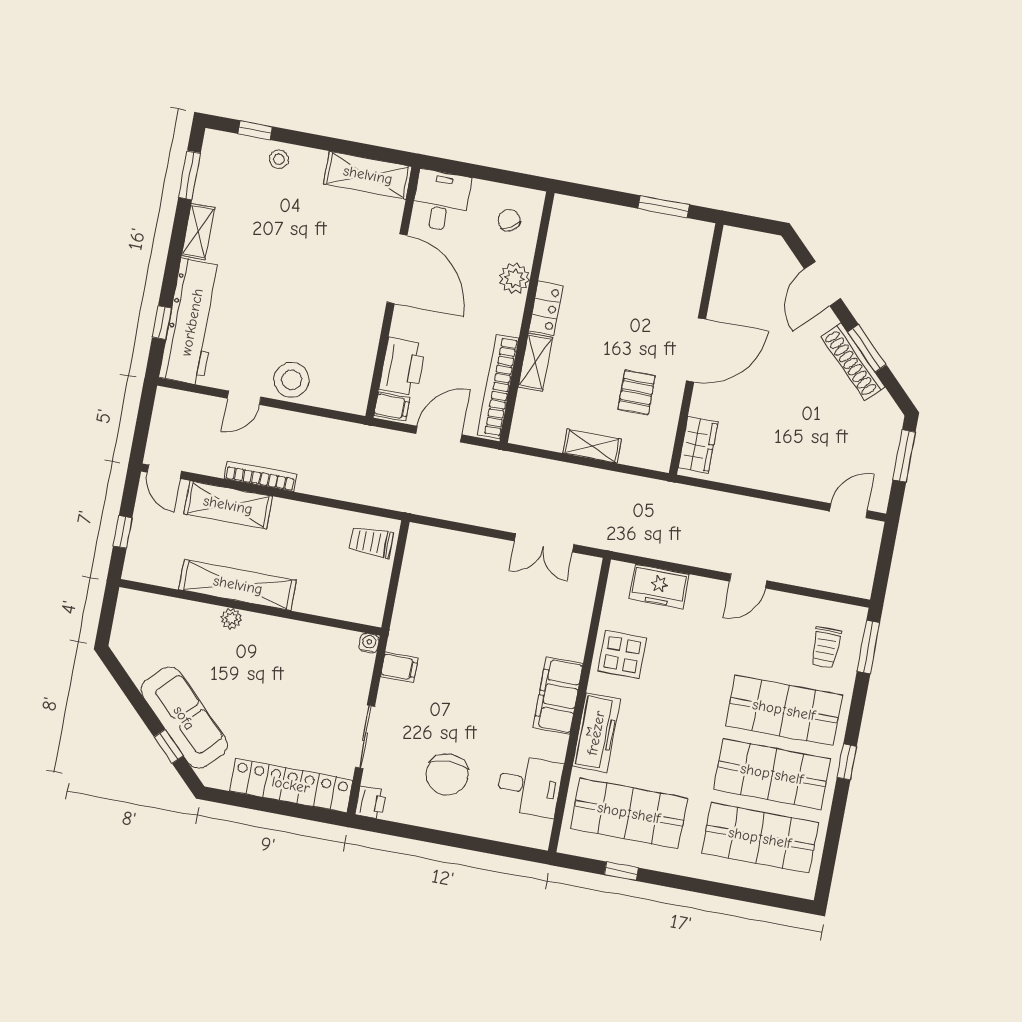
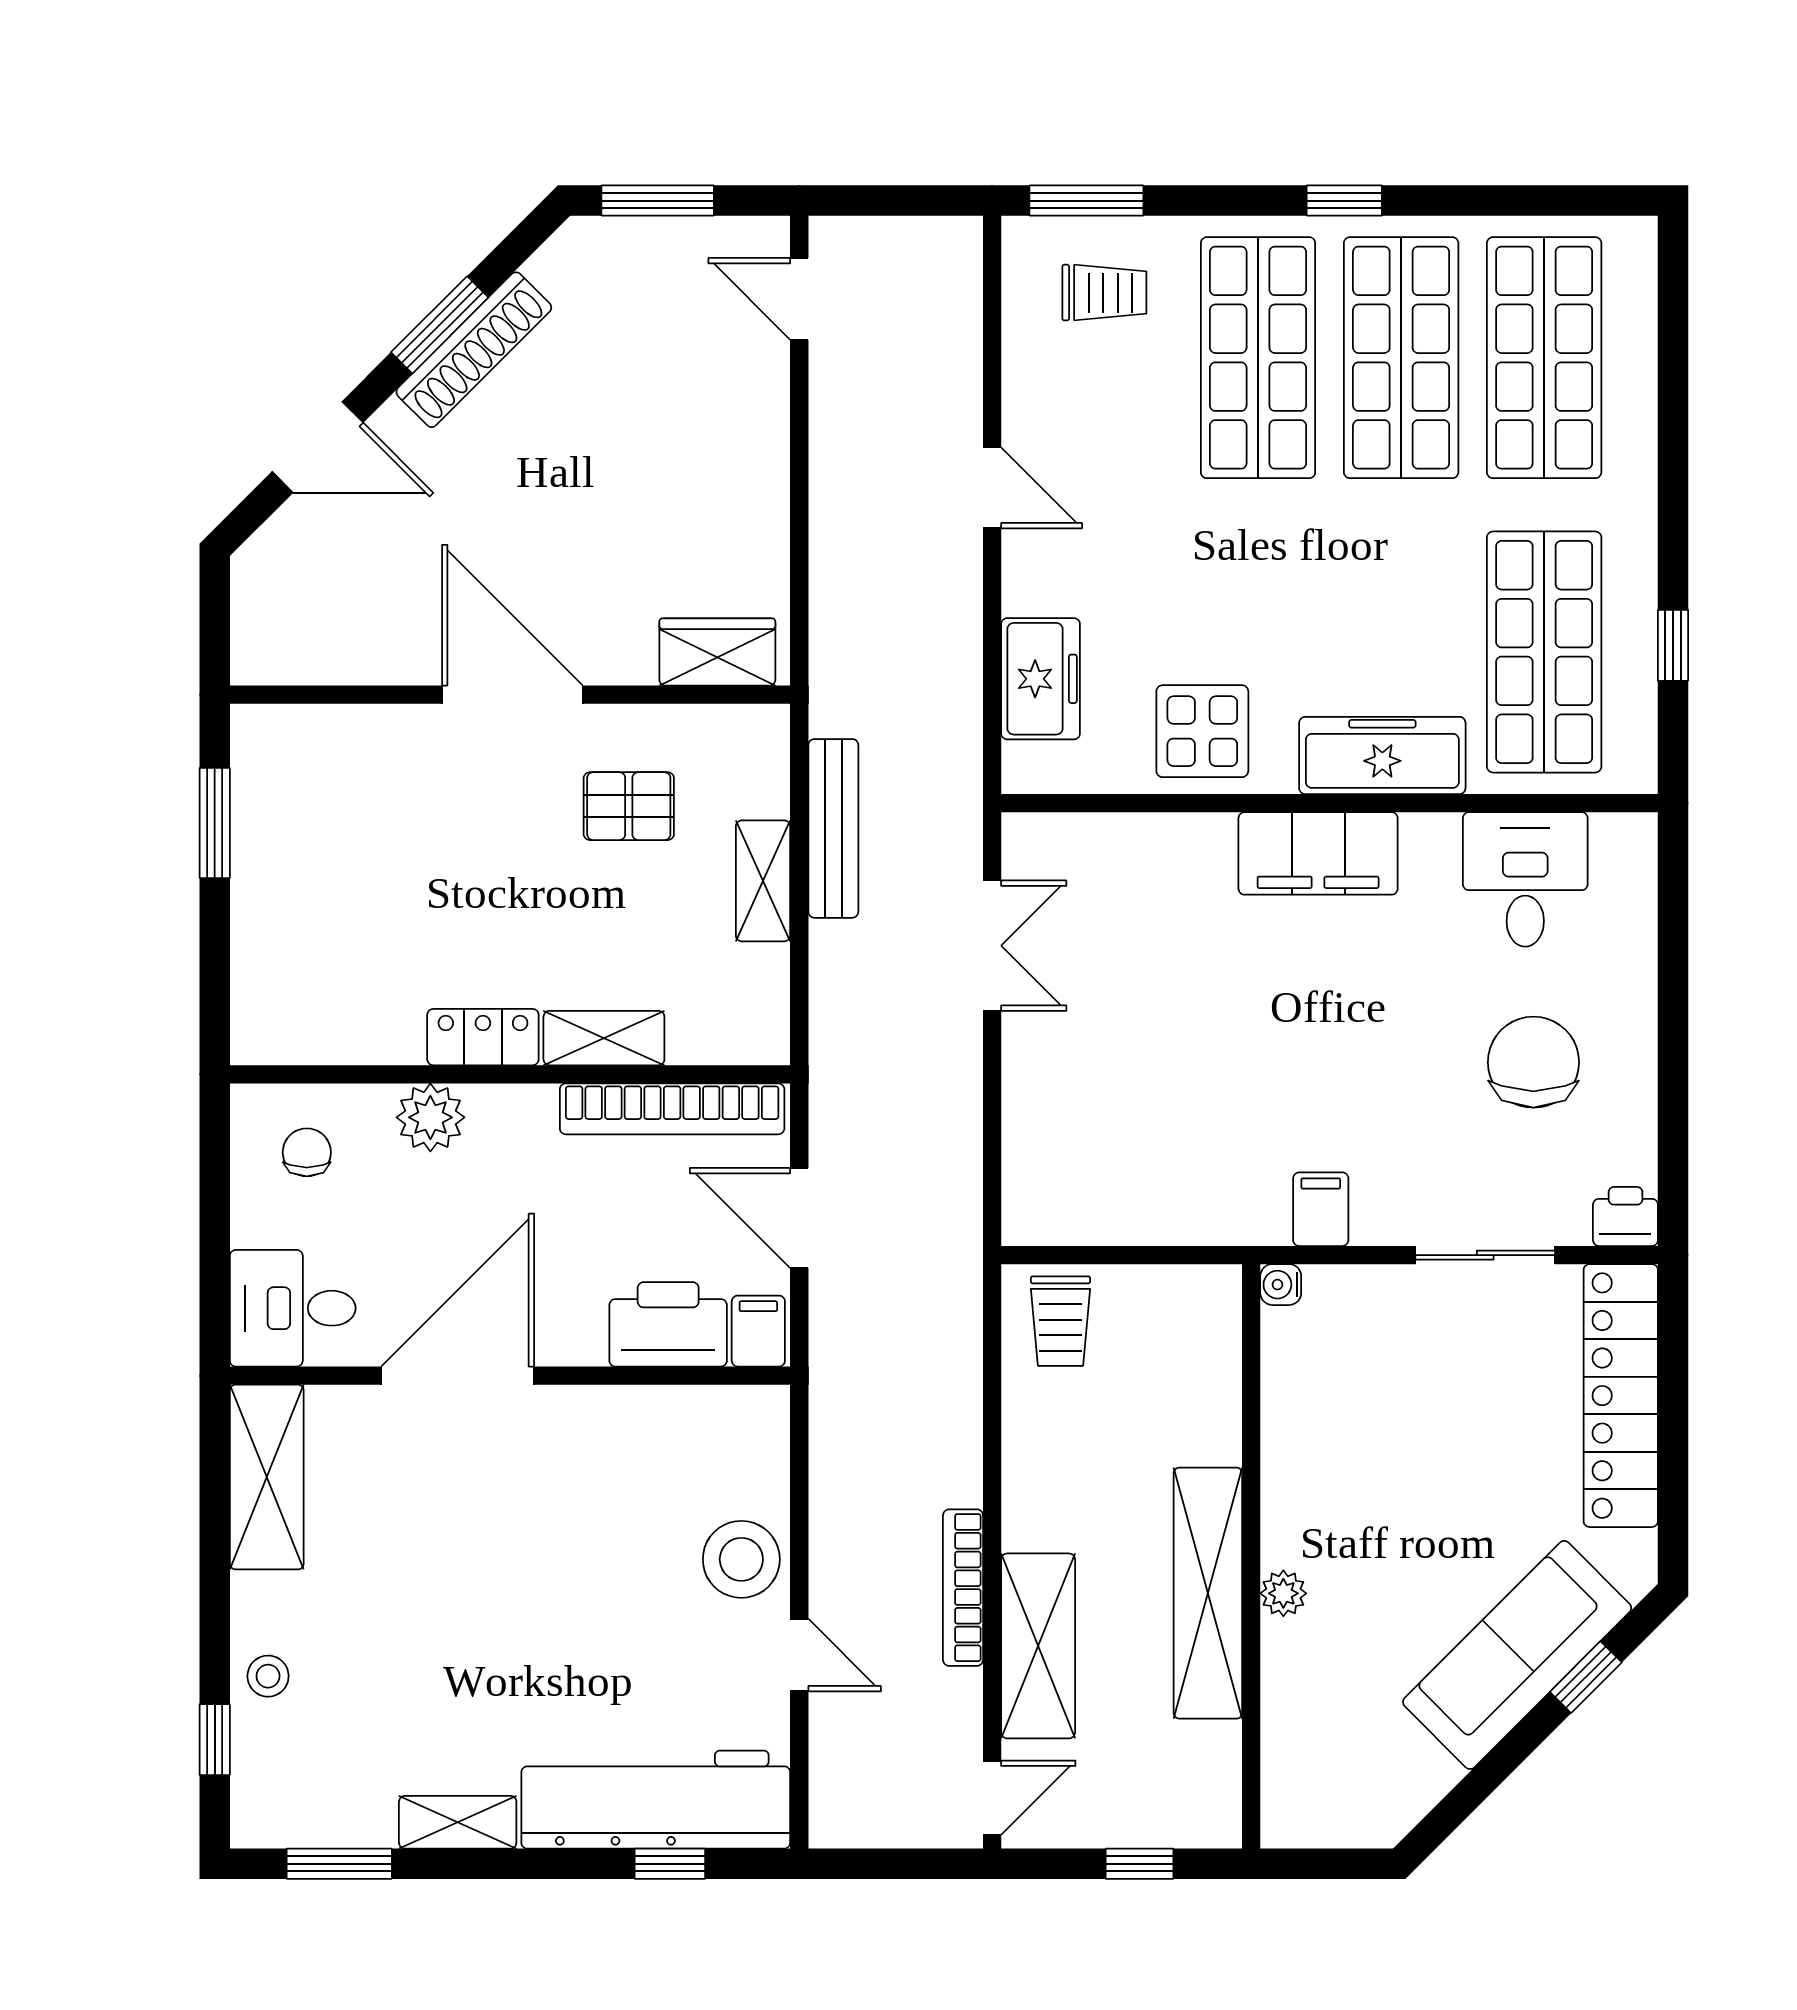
chair: (509, 220) -> (307, 1152), turned 120
bench: (610, 482) -> (833, 828), added
chair: (447, 774) -> (1533, 1062), turned -90

